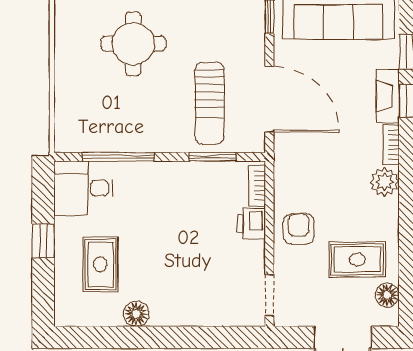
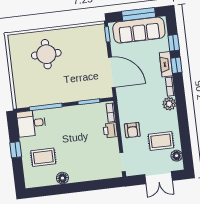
sun lounger: (210, 103) -> (85, 77), removed
armchair: (299, 229) -> (132, 130), turned 180
rug: (100, 264) -> (43, 157), turned 90

